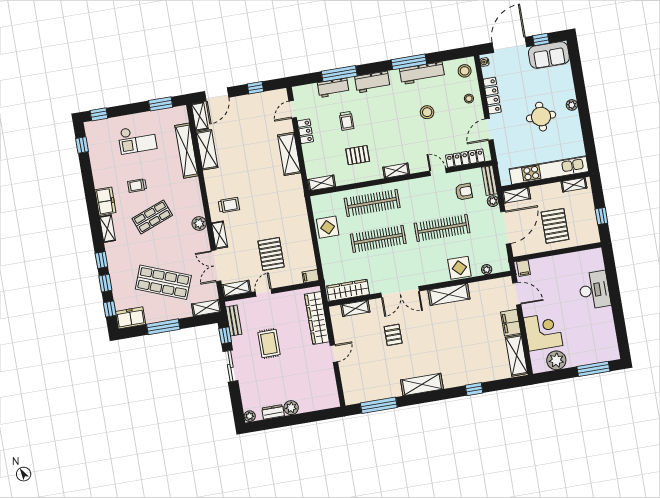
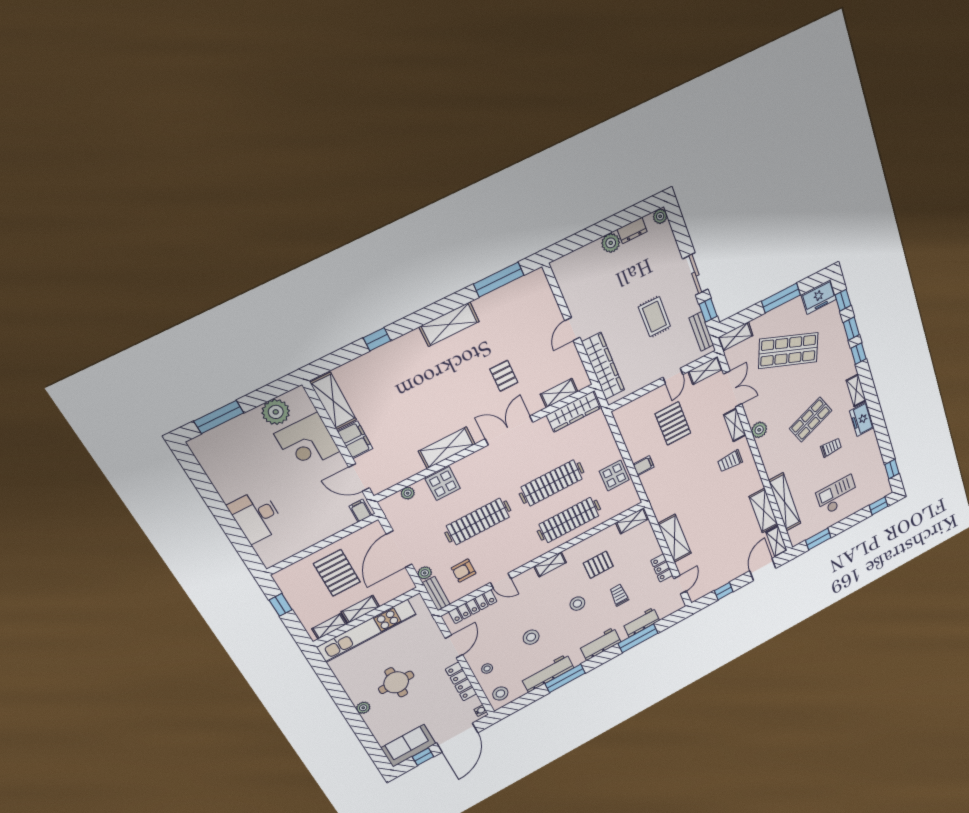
stool: (383, 127) -> (577, 604), added
shelving: (516, 195) -> (360, 609), moved
filing cabinet: (311, 276) -> (644, 466), moved

